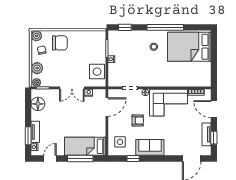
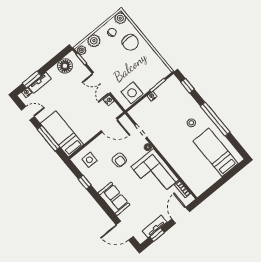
bed: (189, 47) -> (216, 152), width x0.67
sofa: (150, 147) -> (114, 199), moved

